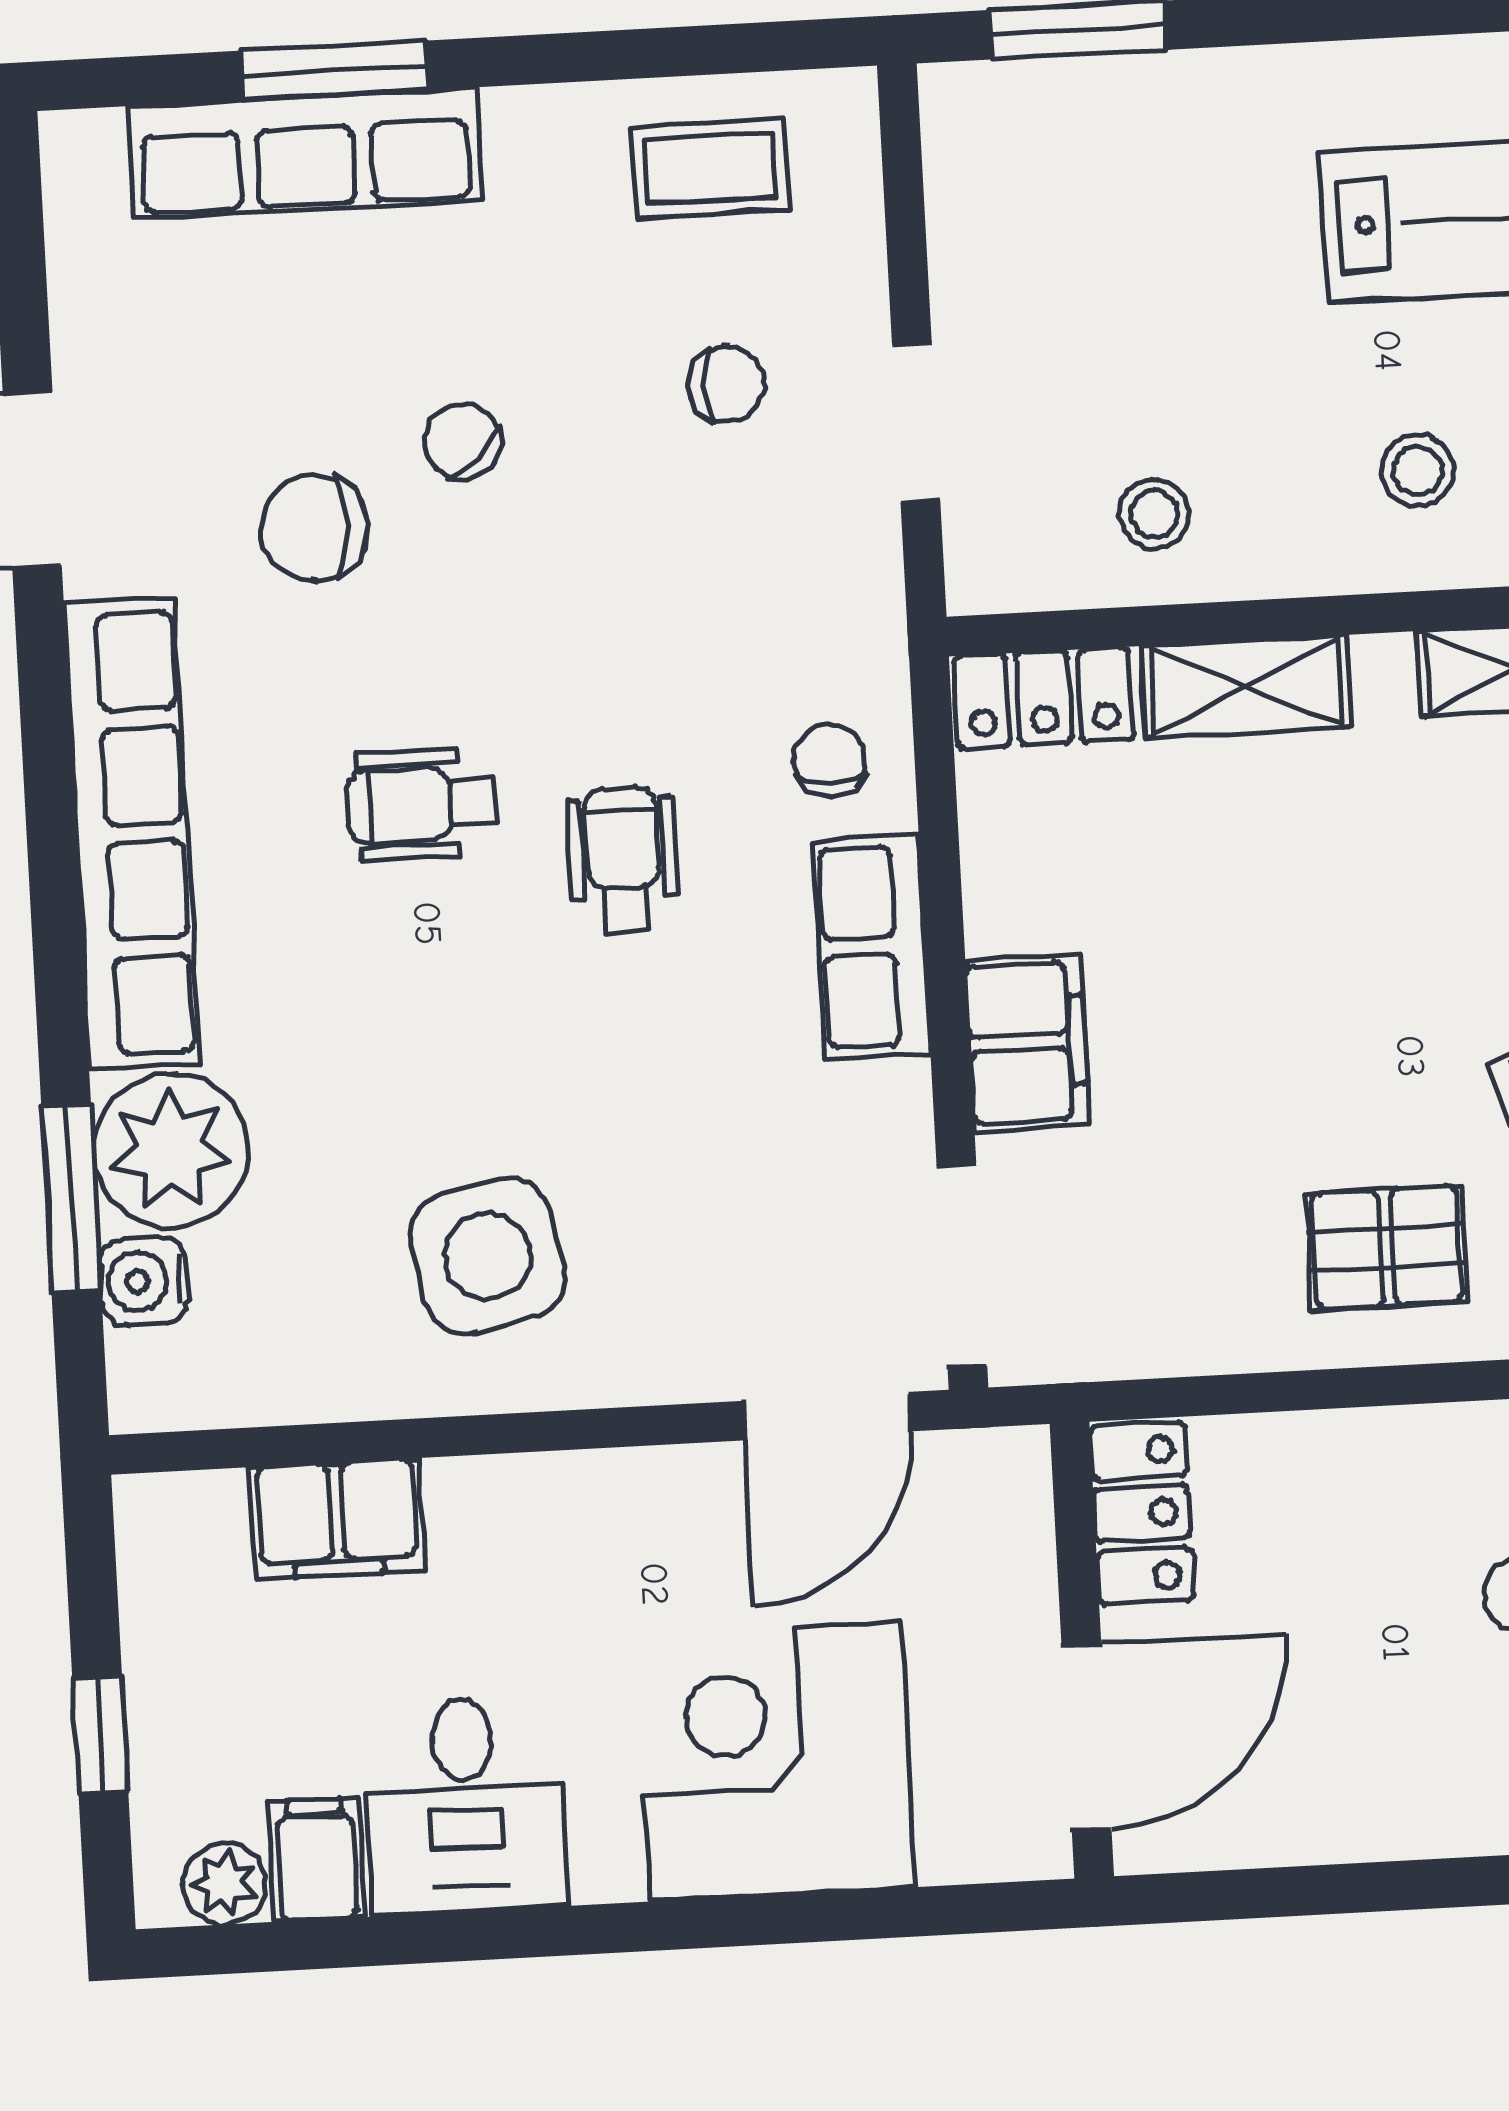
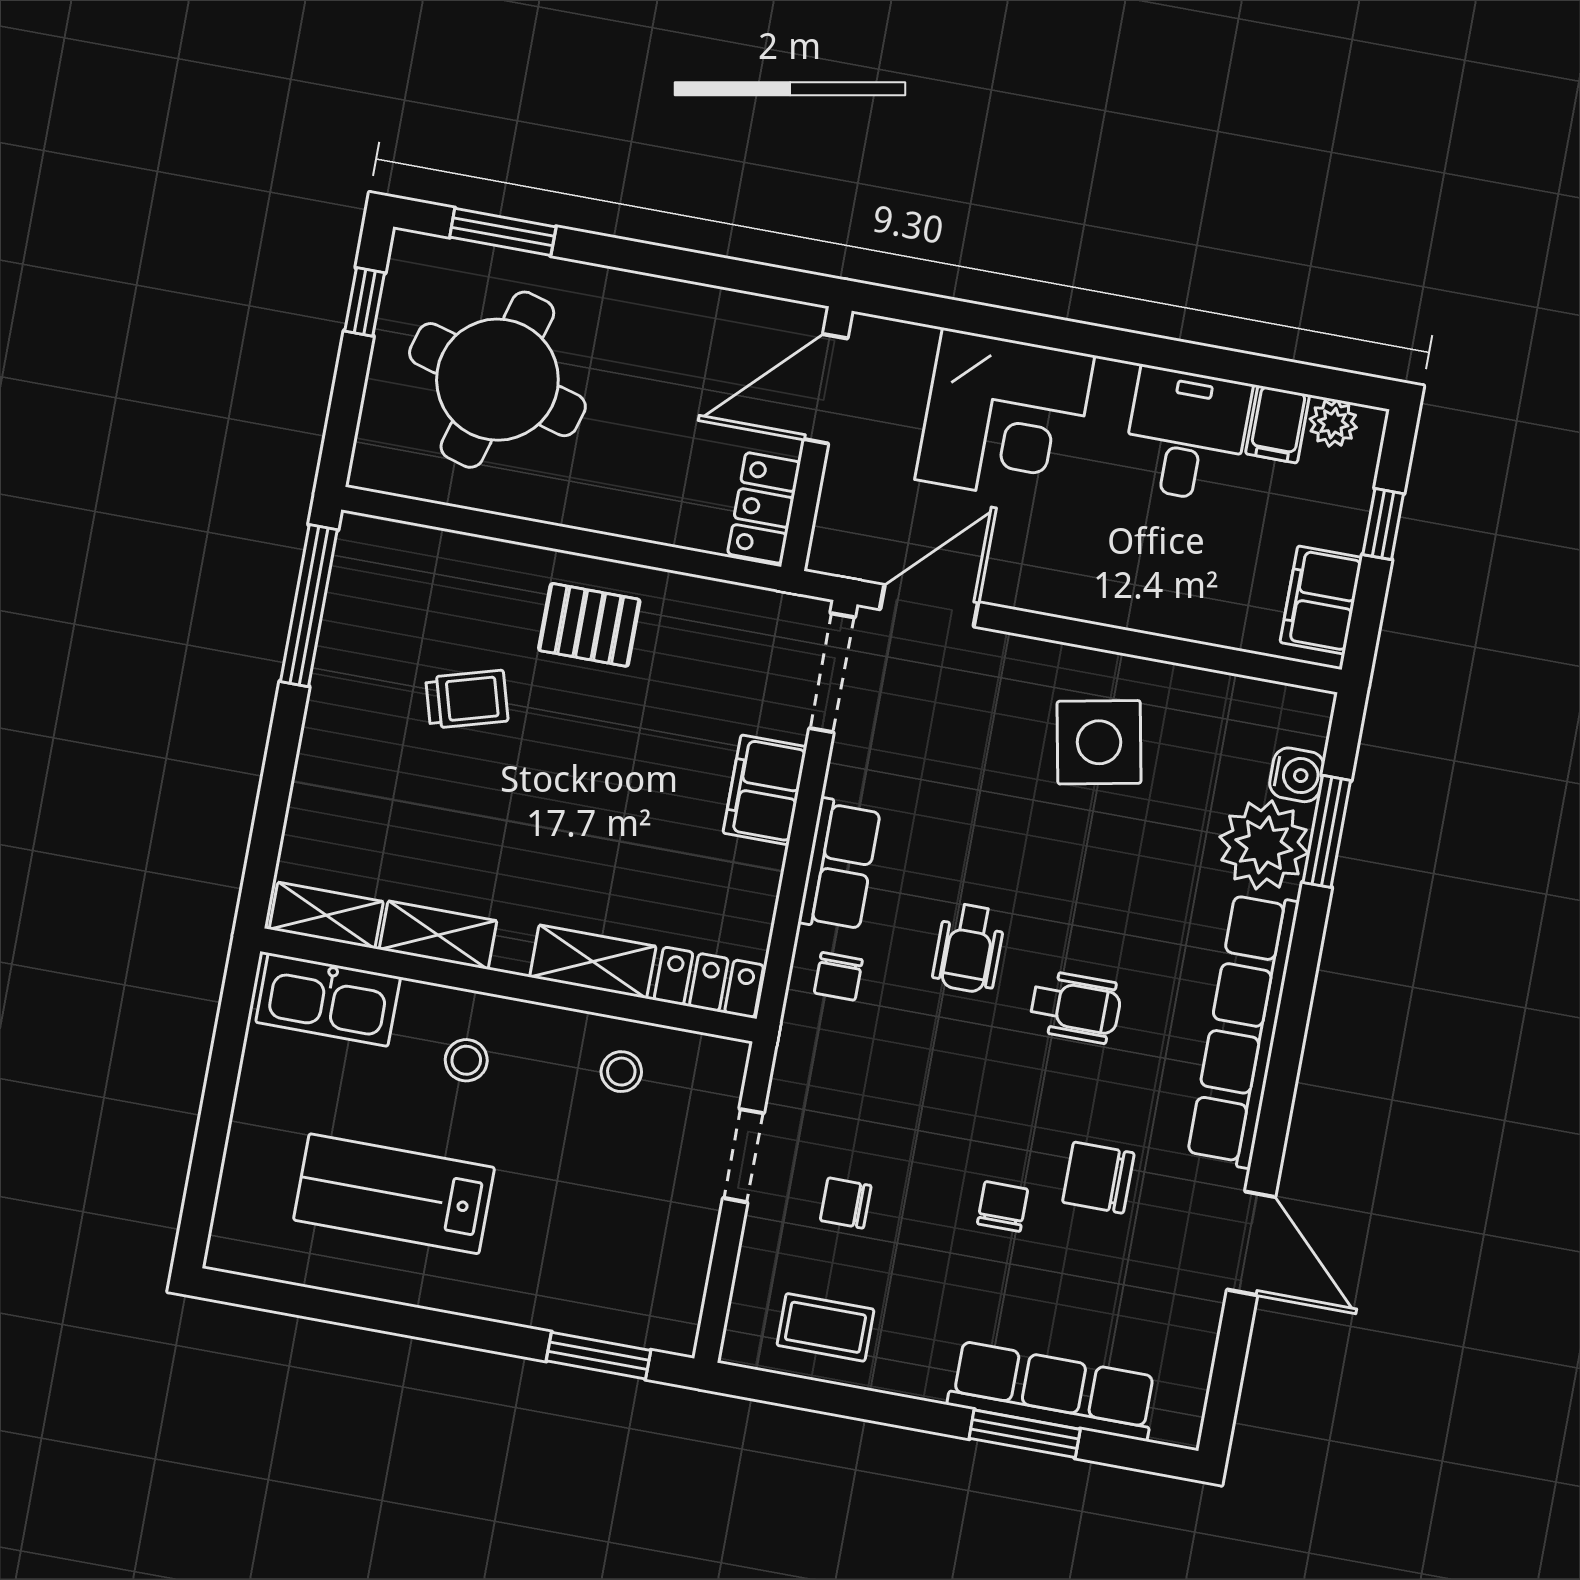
chair: (463, 442) -> (1003, 1206), turned -136
chair: (314, 528) -> (1098, 1178), turned 180
filing cabinet: (337, 1519) -> (1321, 600), moved, turned -90

